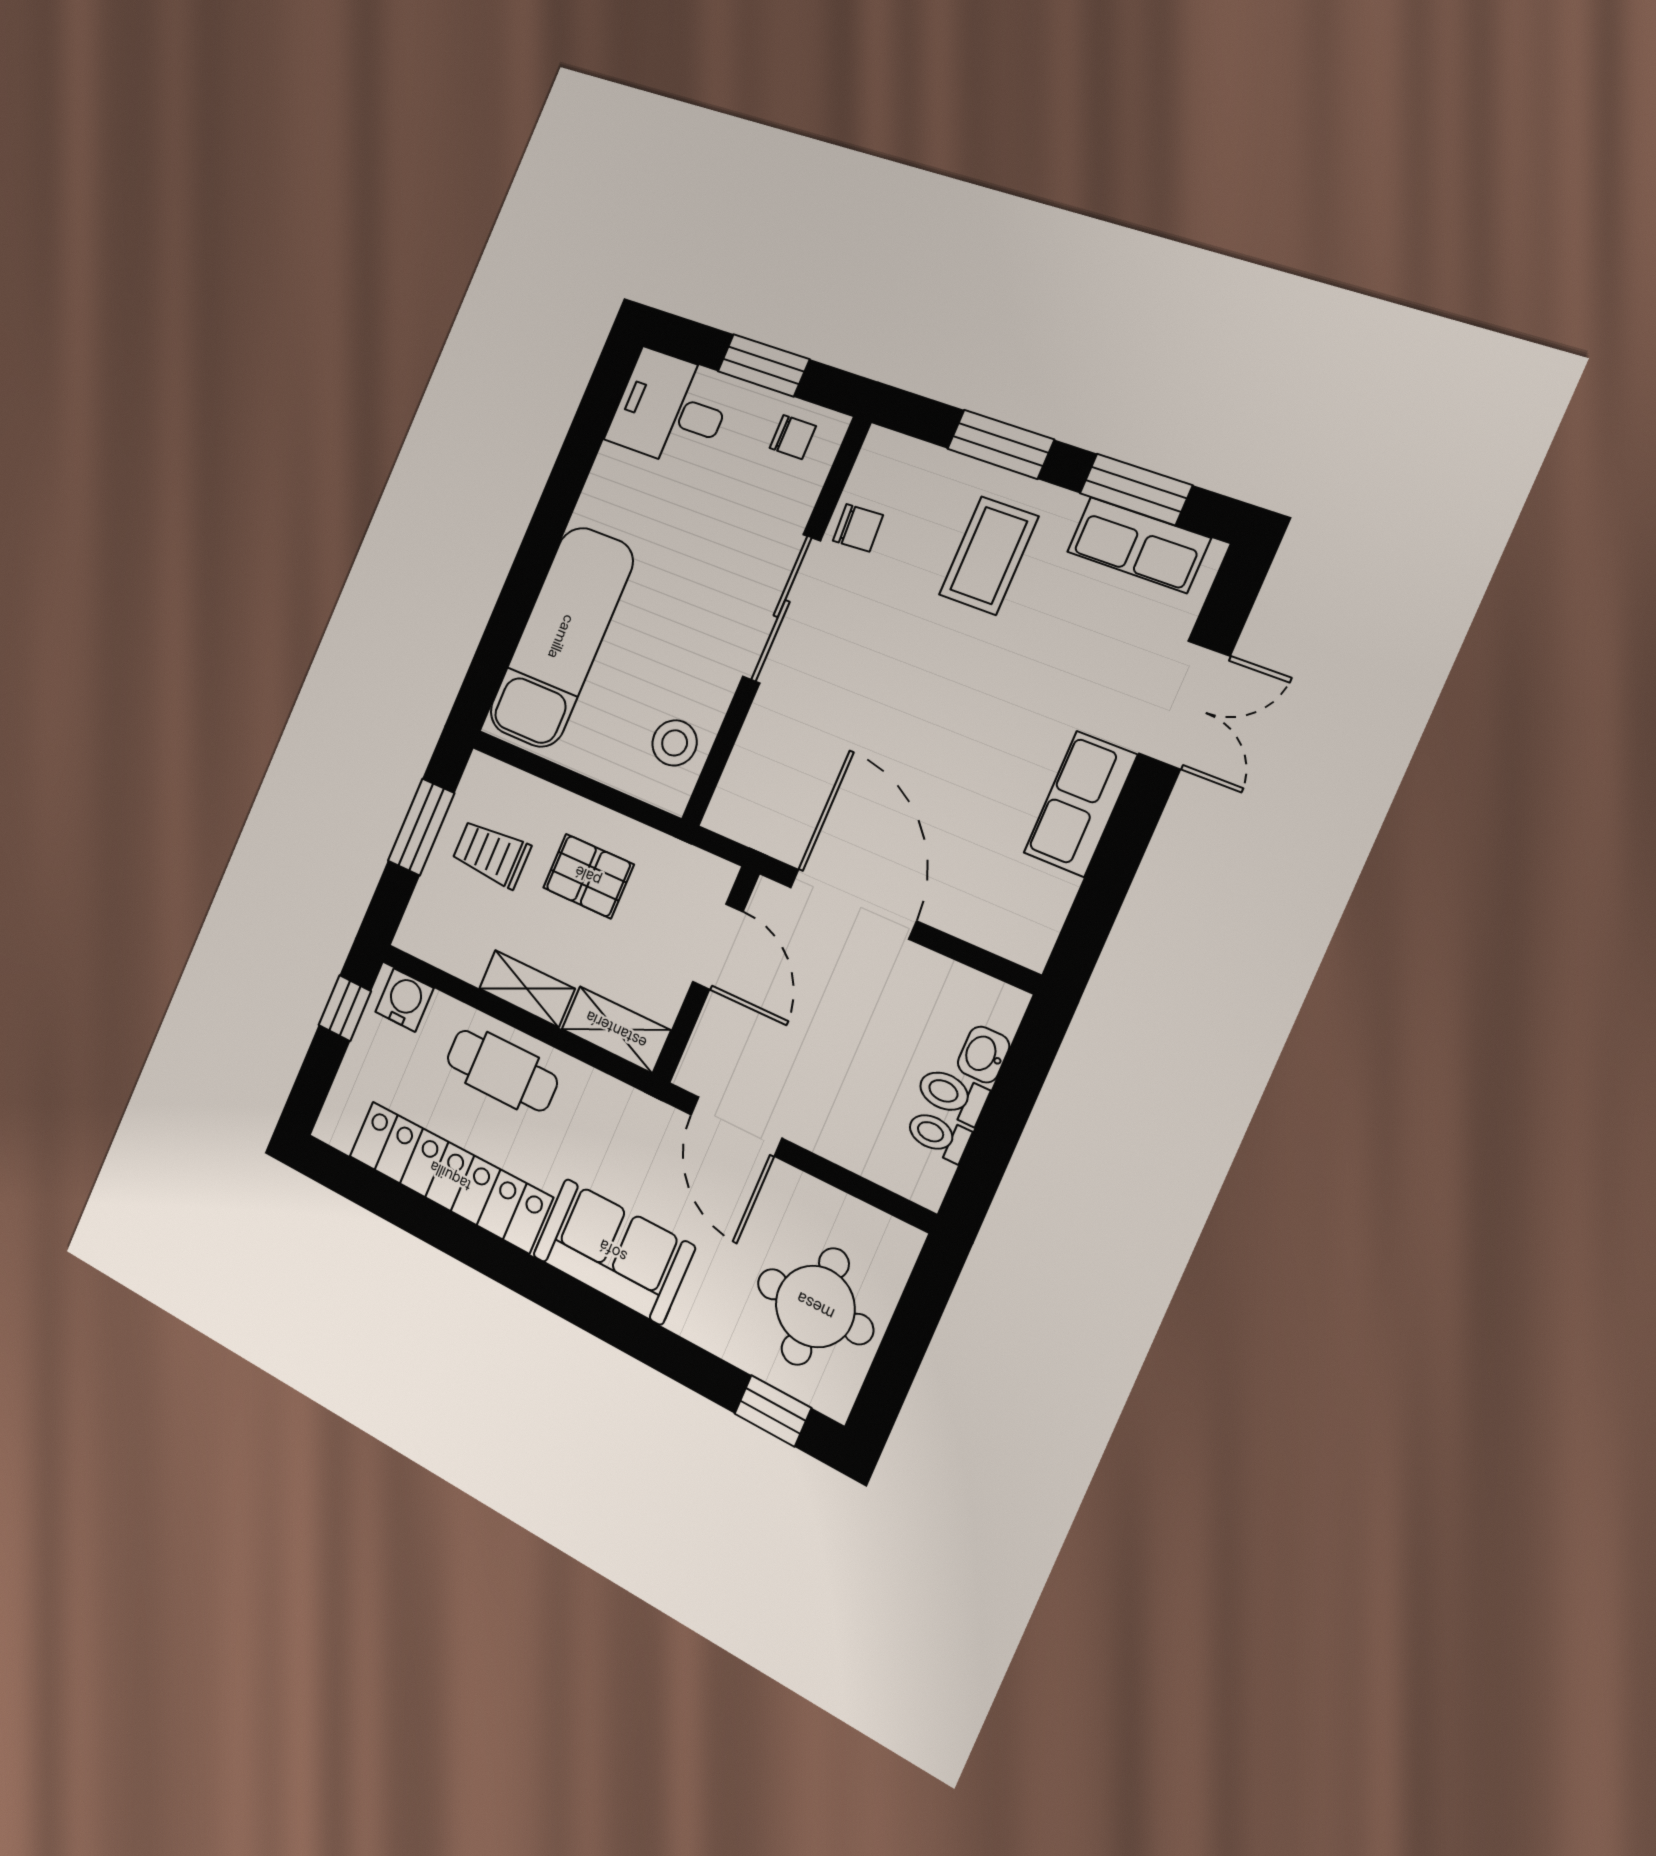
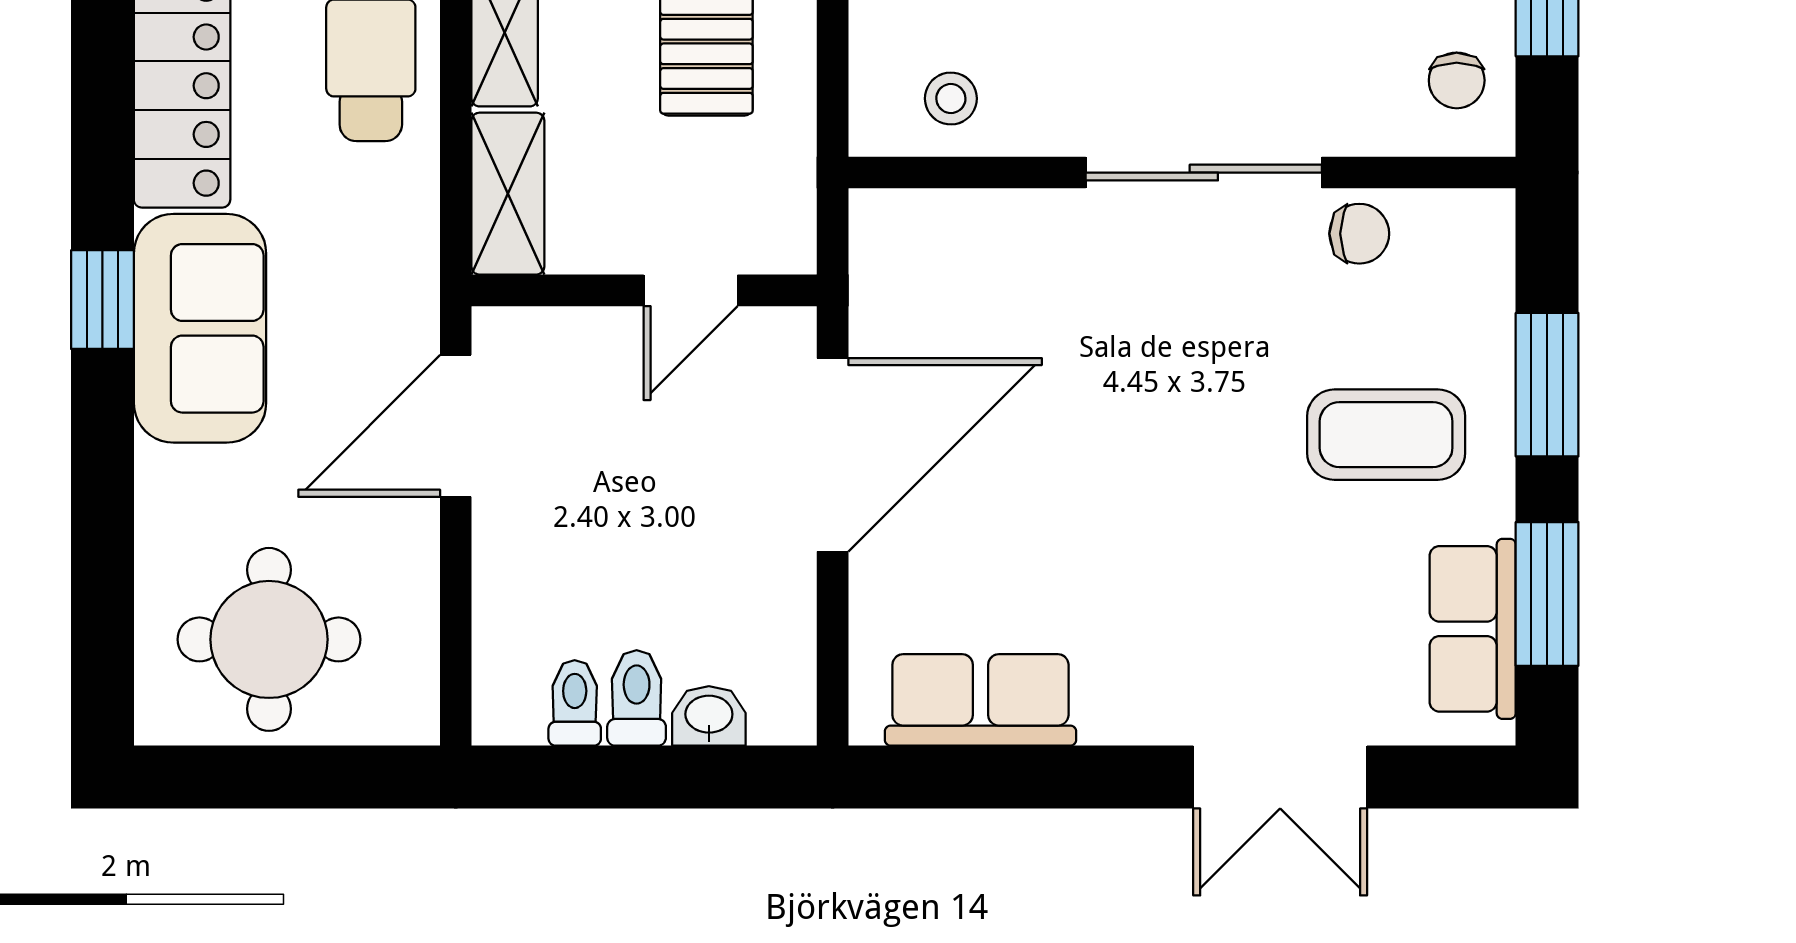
chair: (858, 528) -> (1359, 234), turned -87
stool: (675, 743) -> (951, 99), width x0.73, depth x0.73
row of seats: (1080, 804) -> (980, 700), moved
door: (718, 947) -> (691, 290), width x0.73
window: (773, 1411) -> (102, 300), moved

